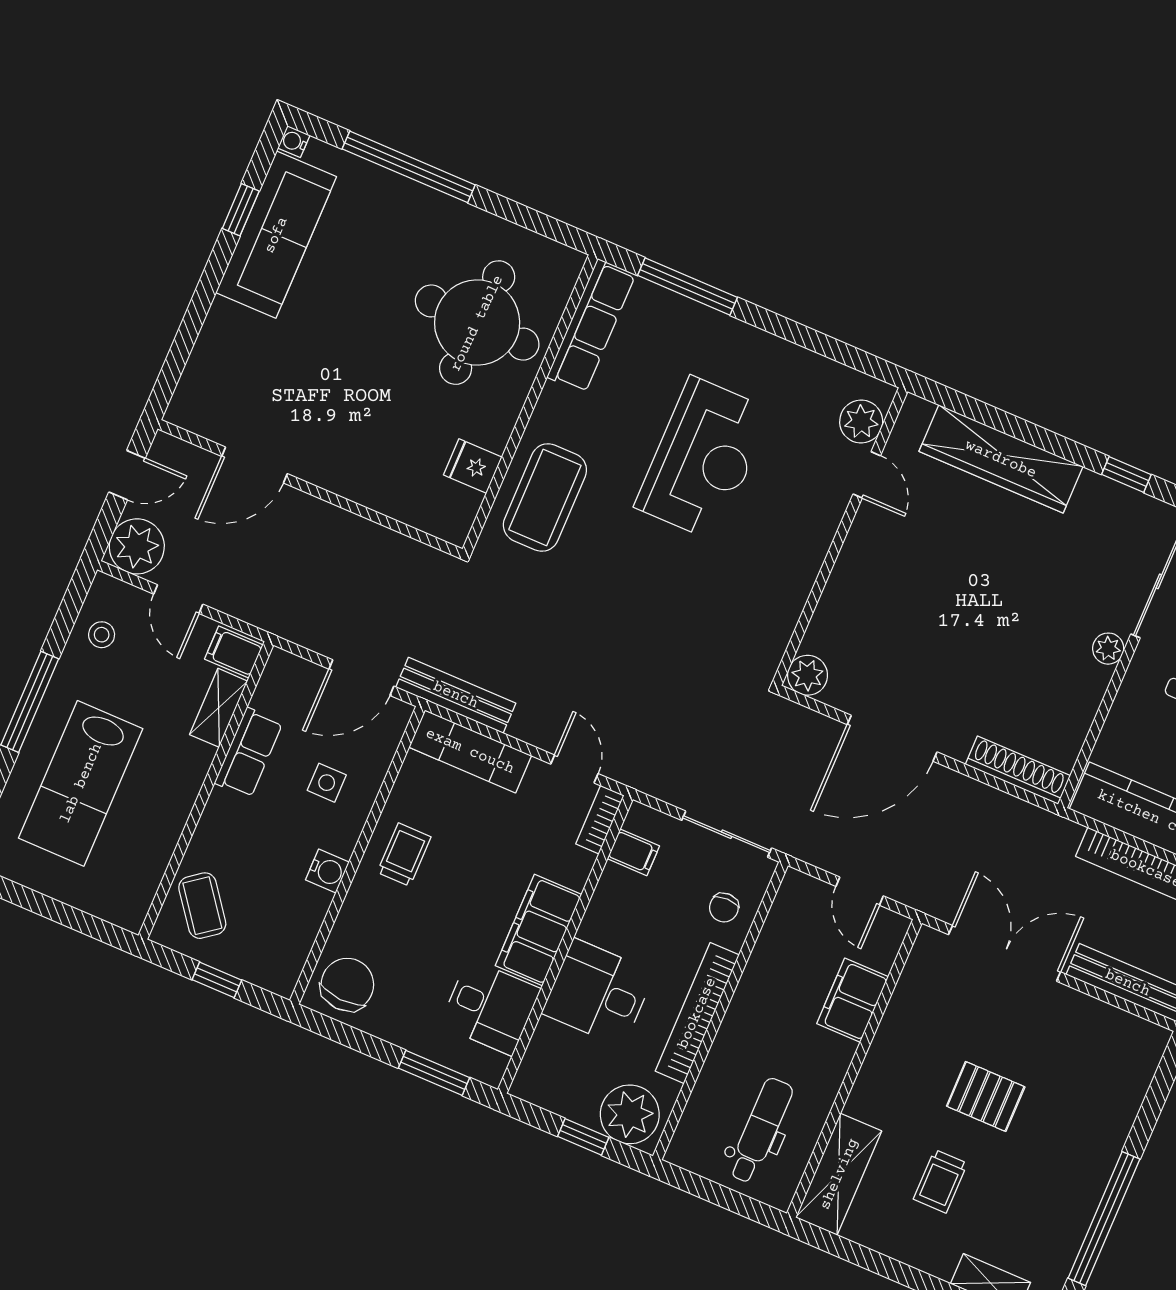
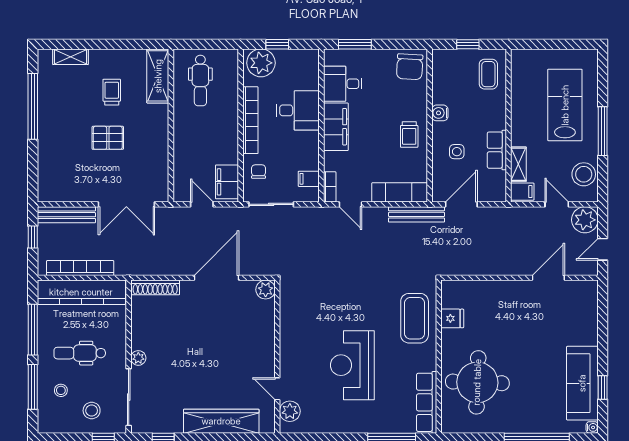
stool: (102, 635) -> (584, 174), width x1.89, depth x1.89
coffee table: (202, 906) -> (488, 74), turned 37
filing cabinet: (853, 1000) -> (227, 182), moved, turned 180

